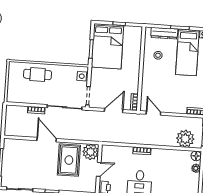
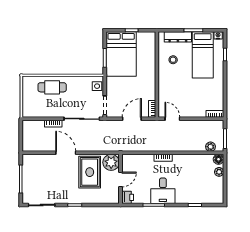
plant: (185, 139) -> (211, 147), width x0.53, depth x0.53

